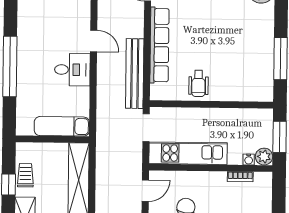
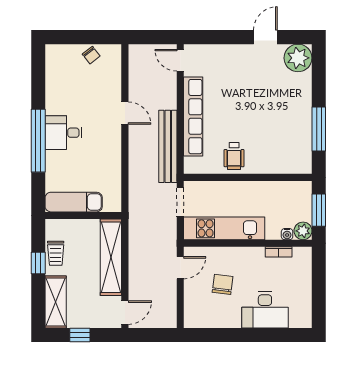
desk: (72, 70) -> (63, 133), moved, turned 180
exam couch: (62, 126) -> (74, 202), moved
trolley: (25, 175) -> (56, 253), turned 180

